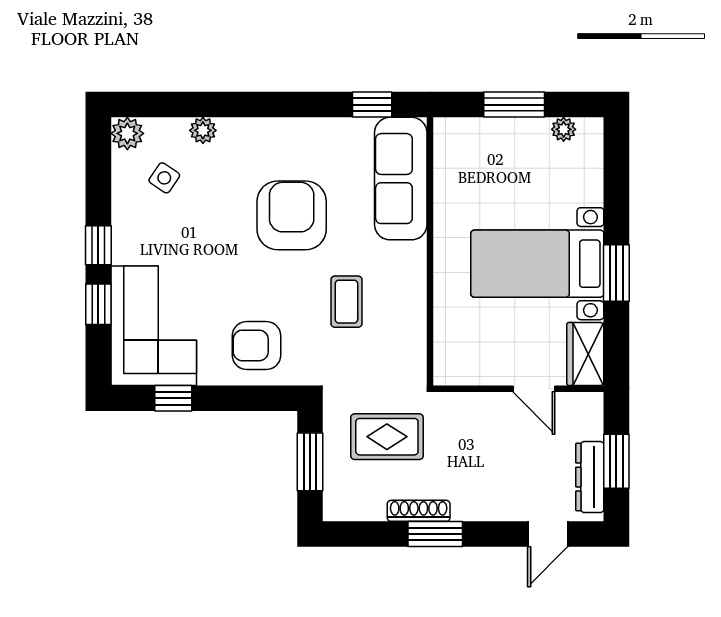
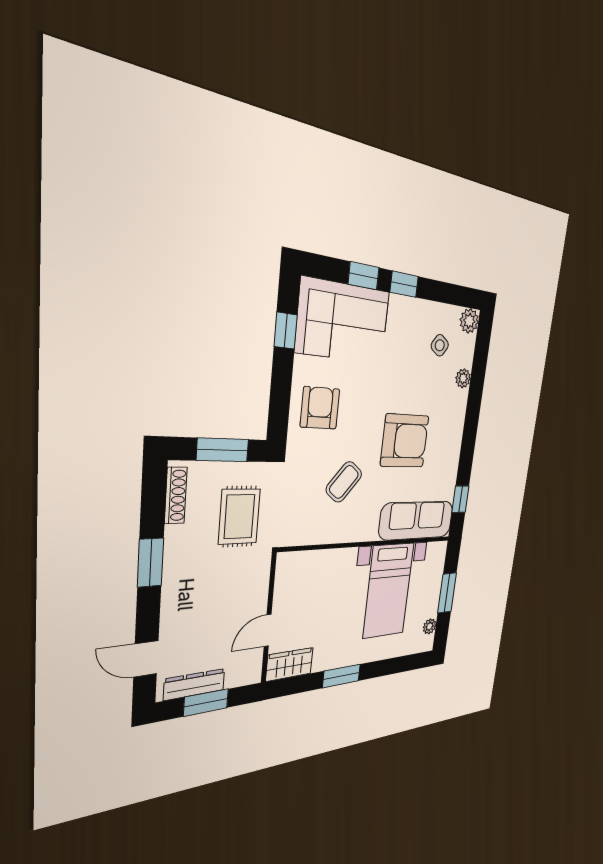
bed with nightstands: (537, 264) -> (388, 591), moved, turned 180
coffee table: (346, 302) -> (344, 482), turned -51
shoe rack: (419, 511) -> (176, 495), moved

